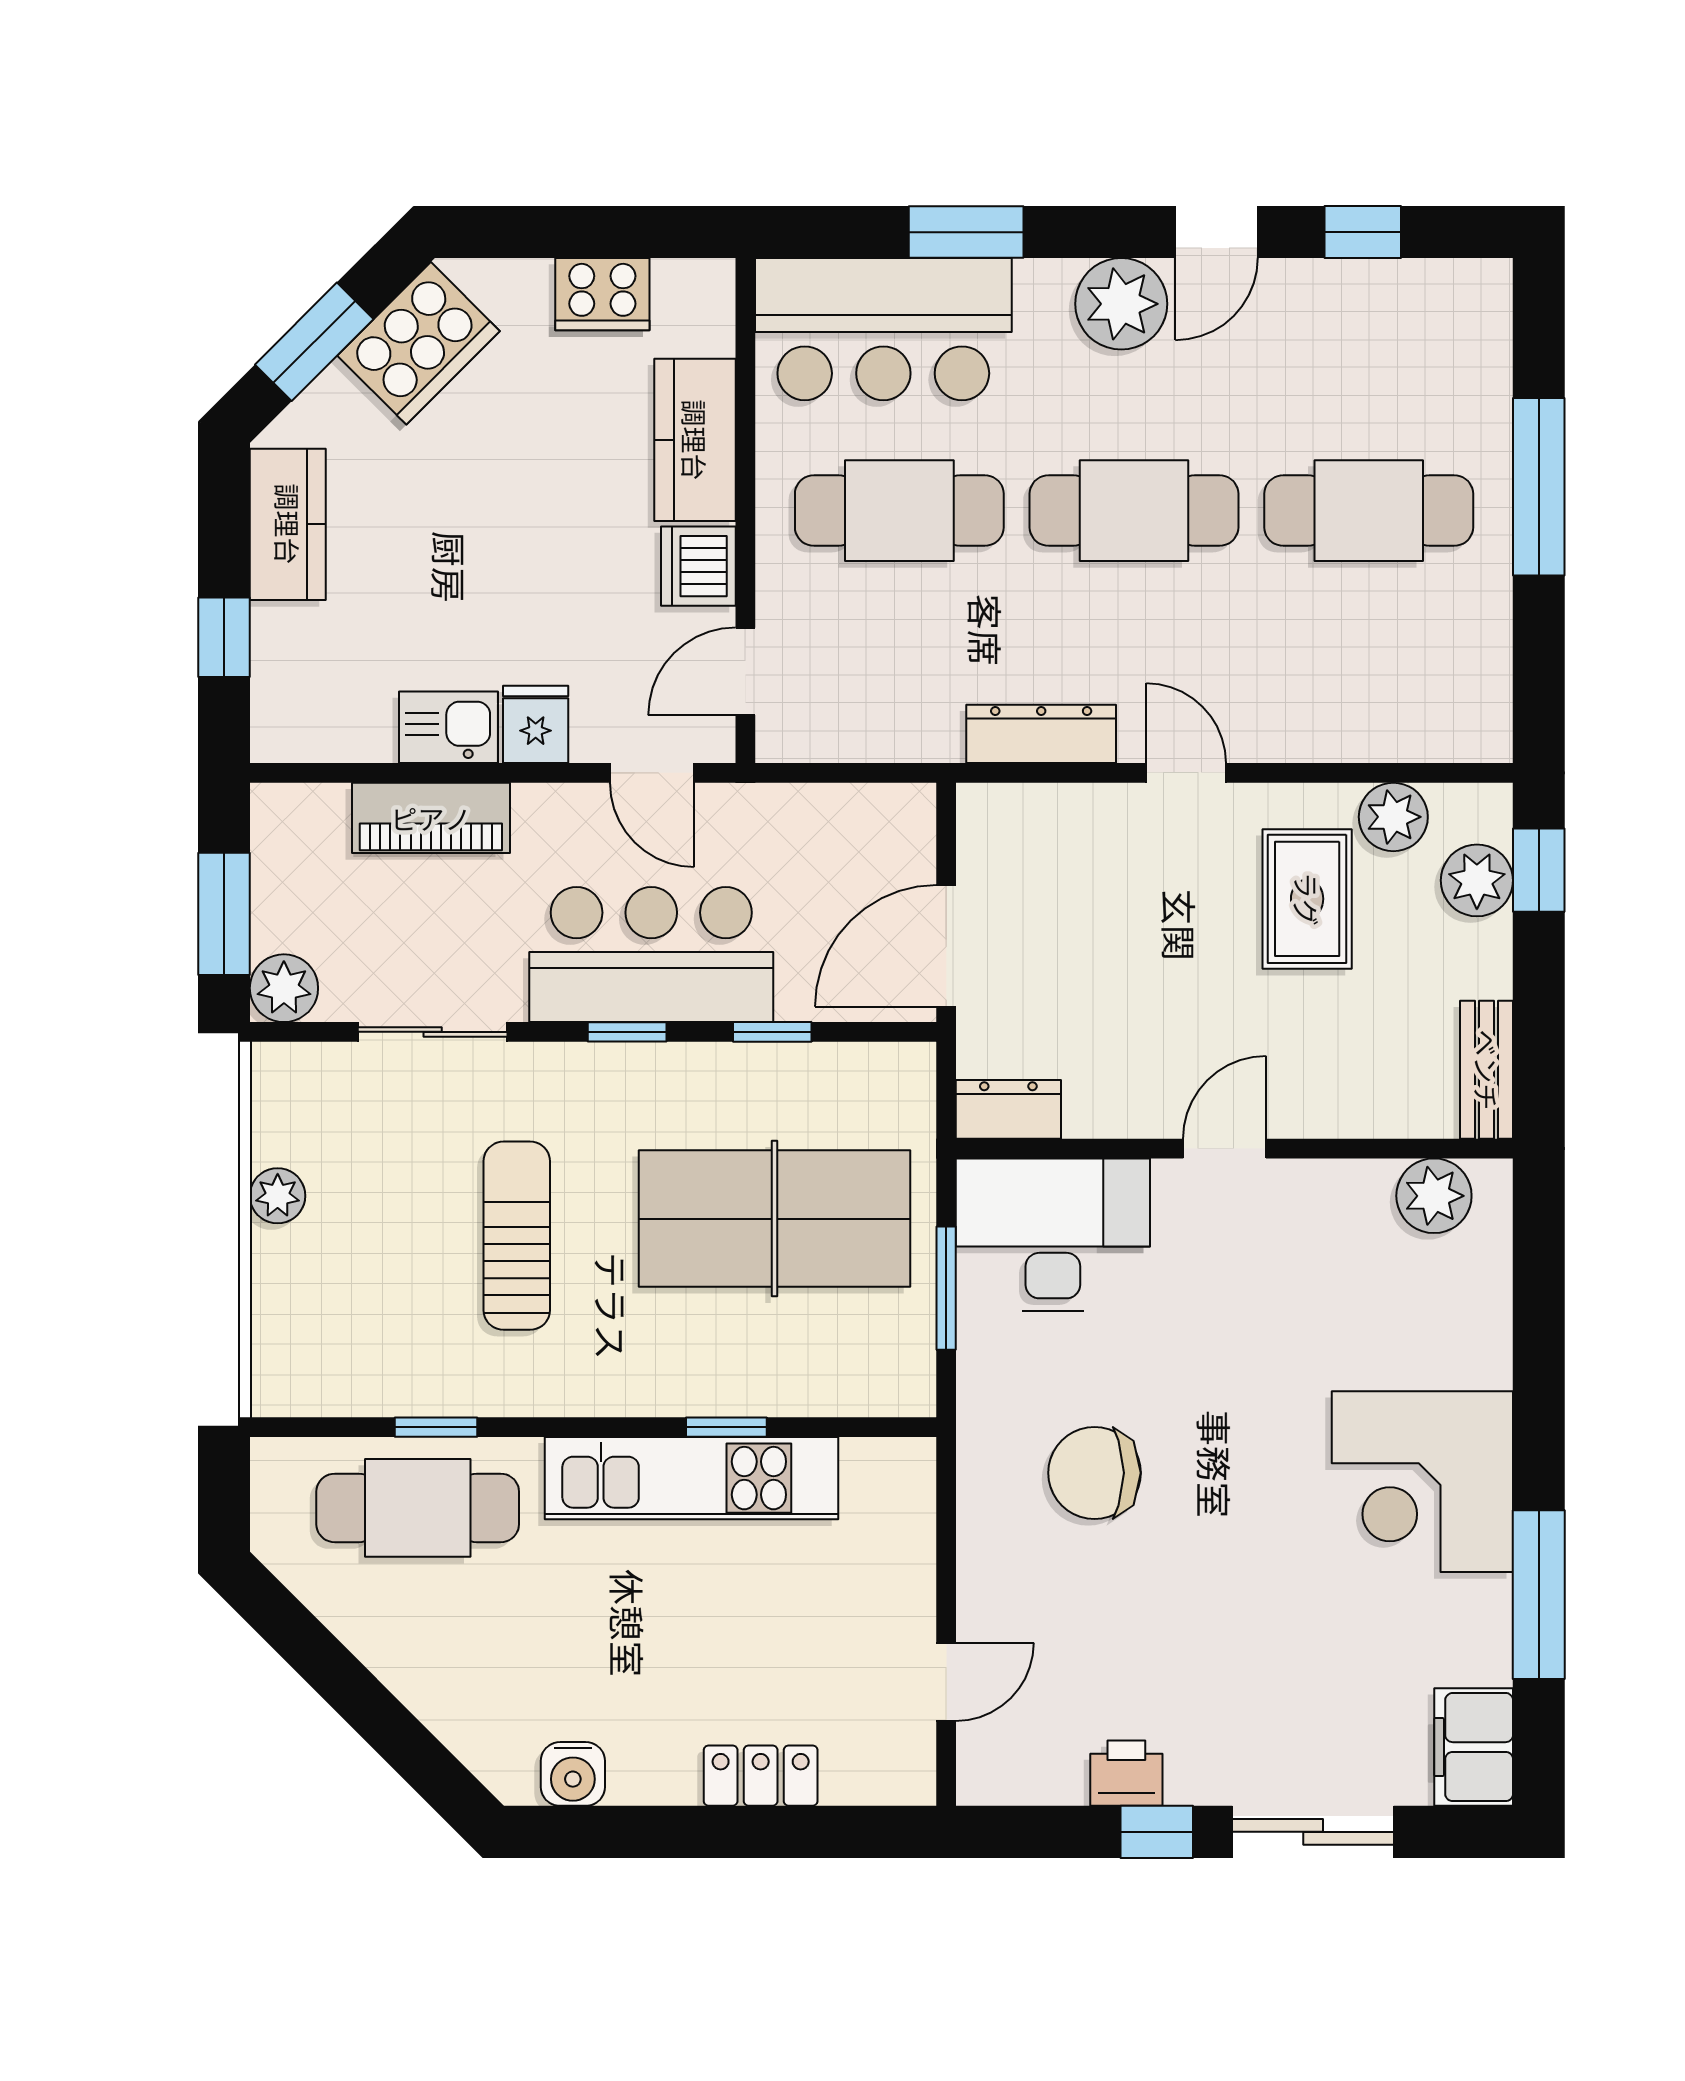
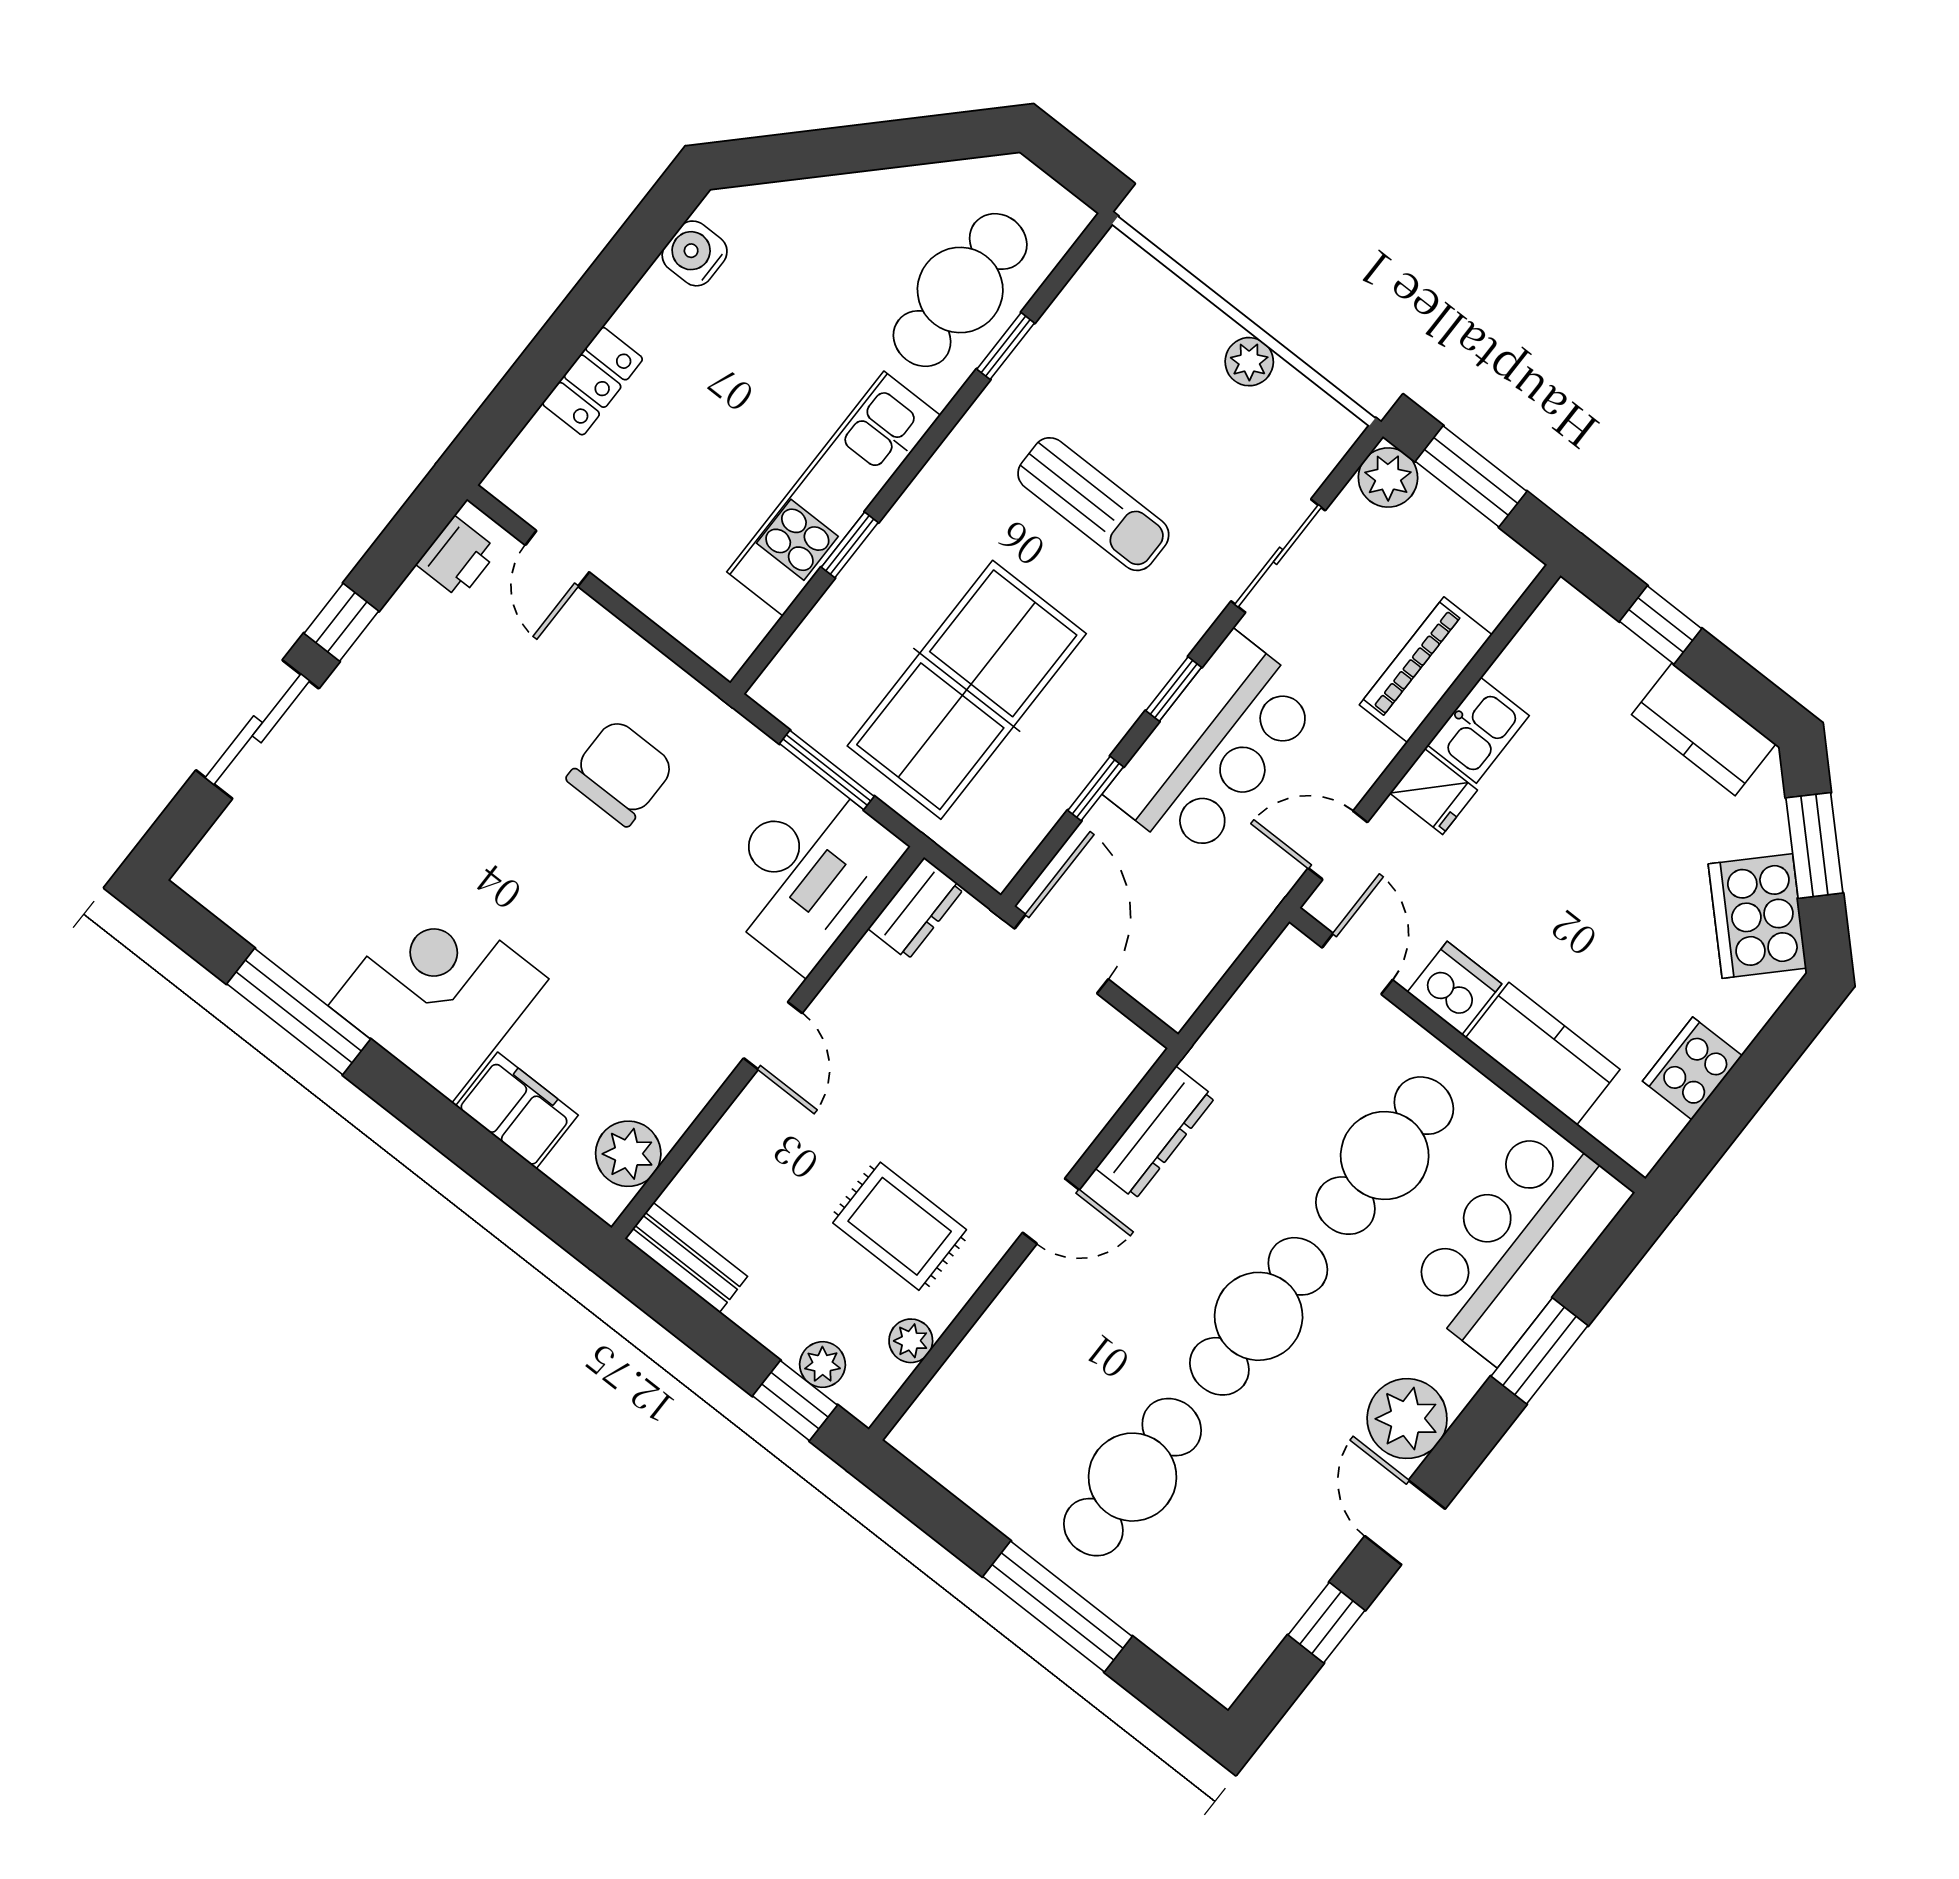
plant: (1393, 817) -> (911, 1341), width x0.73, depth x0.73
plant: (1477, 880) -> (823, 1365), width x0.73, depth x0.73
filing cabinet: (1474, 1747) -> (517, 1110), moved
printer: (1126, 1773) -> (457, 557), moved

